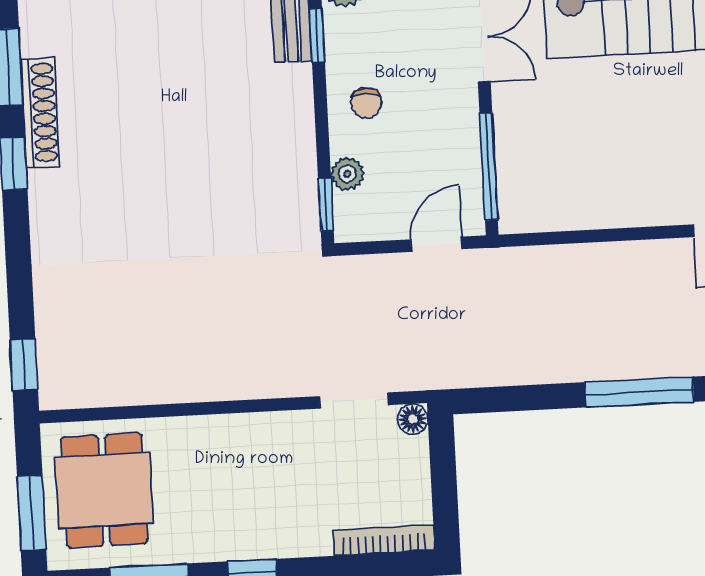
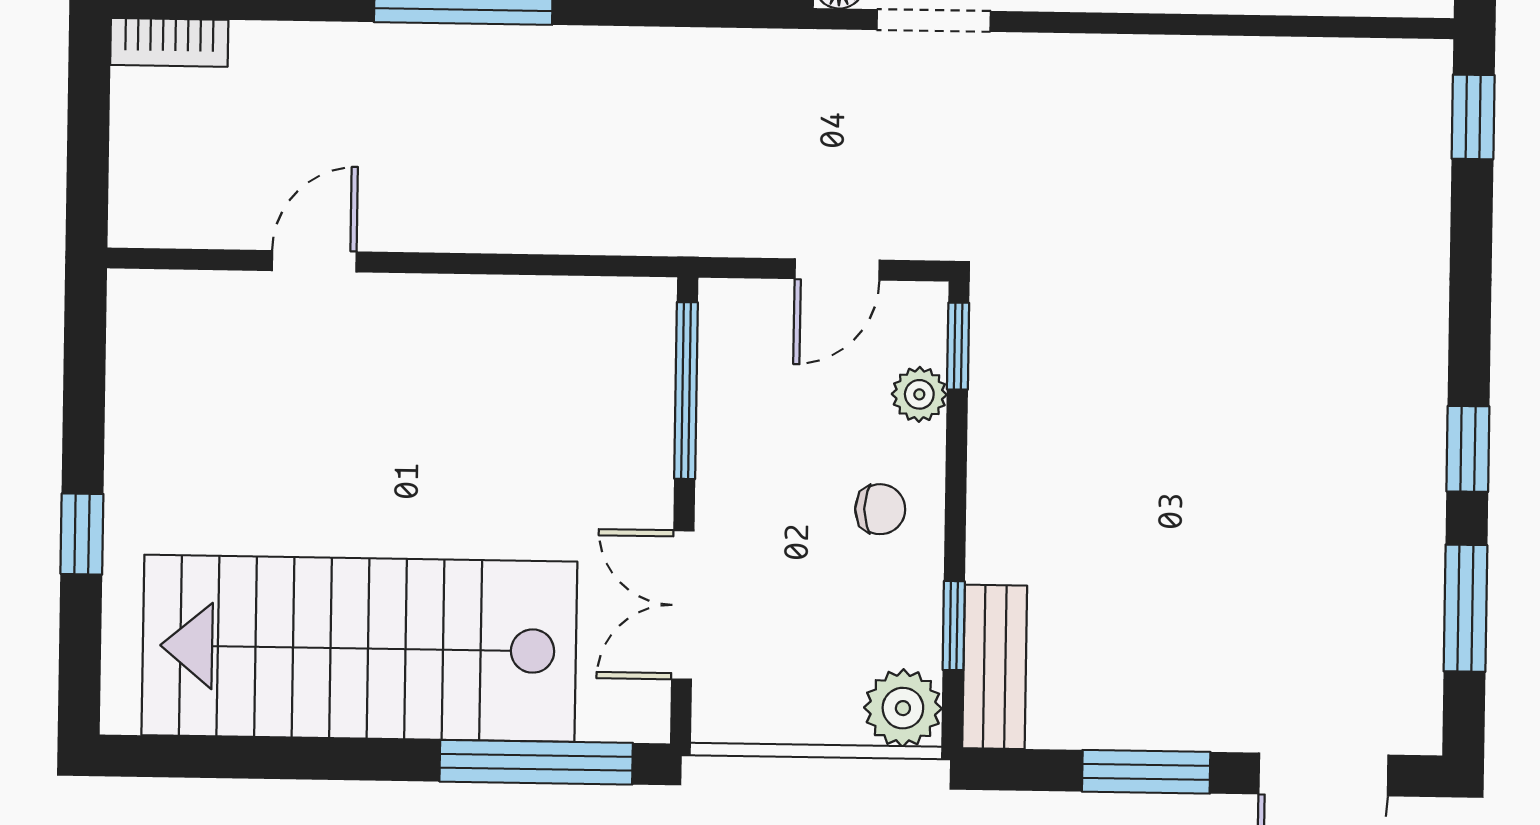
chair: (366, 103) -> (880, 509), turned 90
shoe rack: (40, 113) -> (1418, 530), removed
door: (436, 244) -> (837, 269), moved

